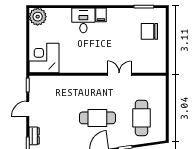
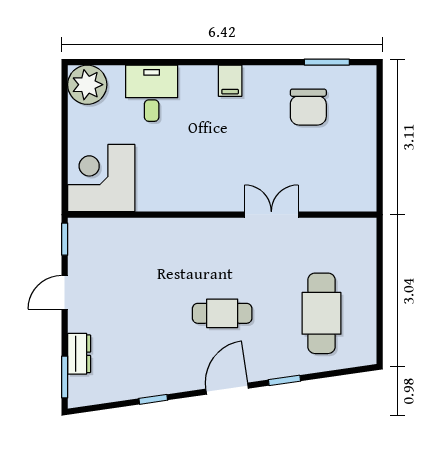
desk: (83, 20) -> (152, 93), moved
chair: (149, 31) -> (308, 107), moved, turned -90
cafe table: (97, 118) -> (222, 313), width x0.73, depth x0.74

